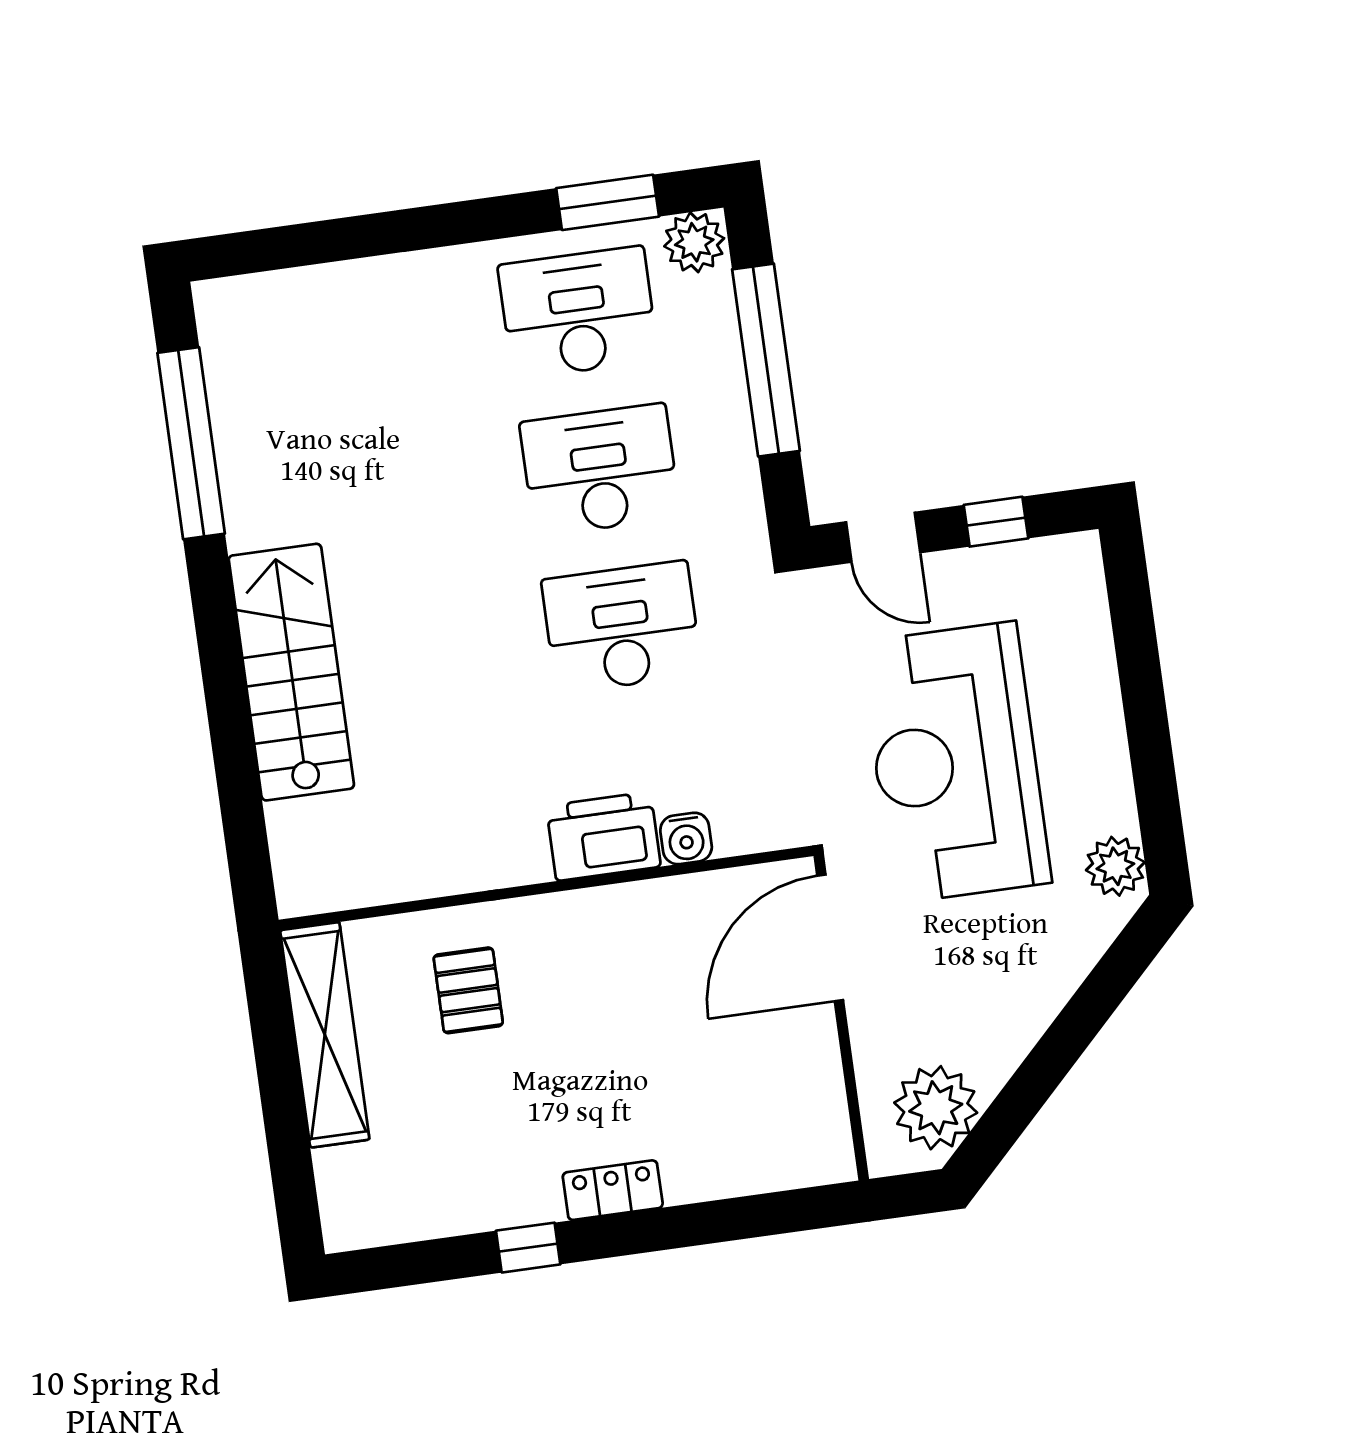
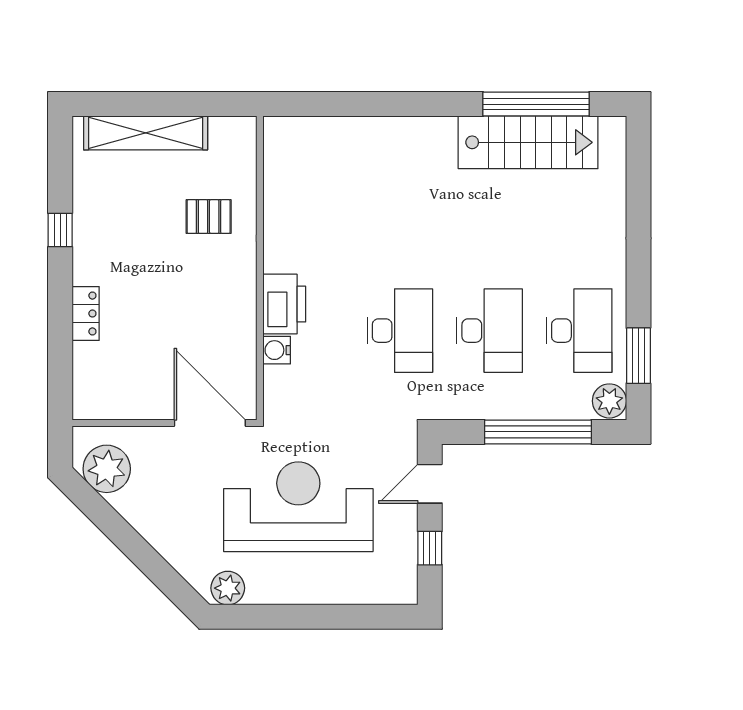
stairs: (291, 672) -> (528, 142), moved
shelving: (325, 1035) -> (146, 133), moved
locker: (613, 1190) -> (86, 314), moved

